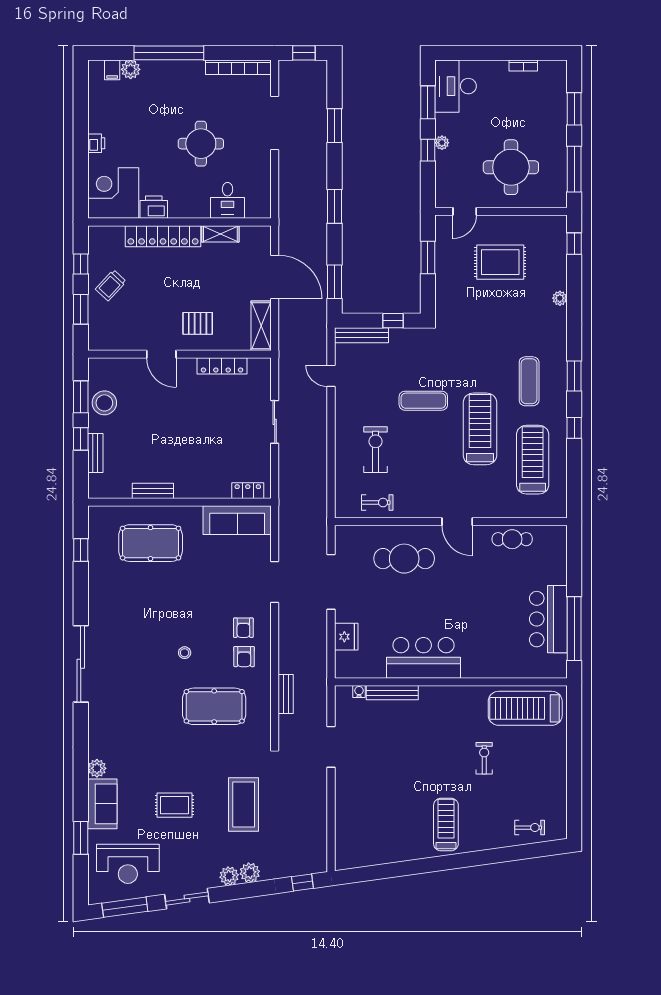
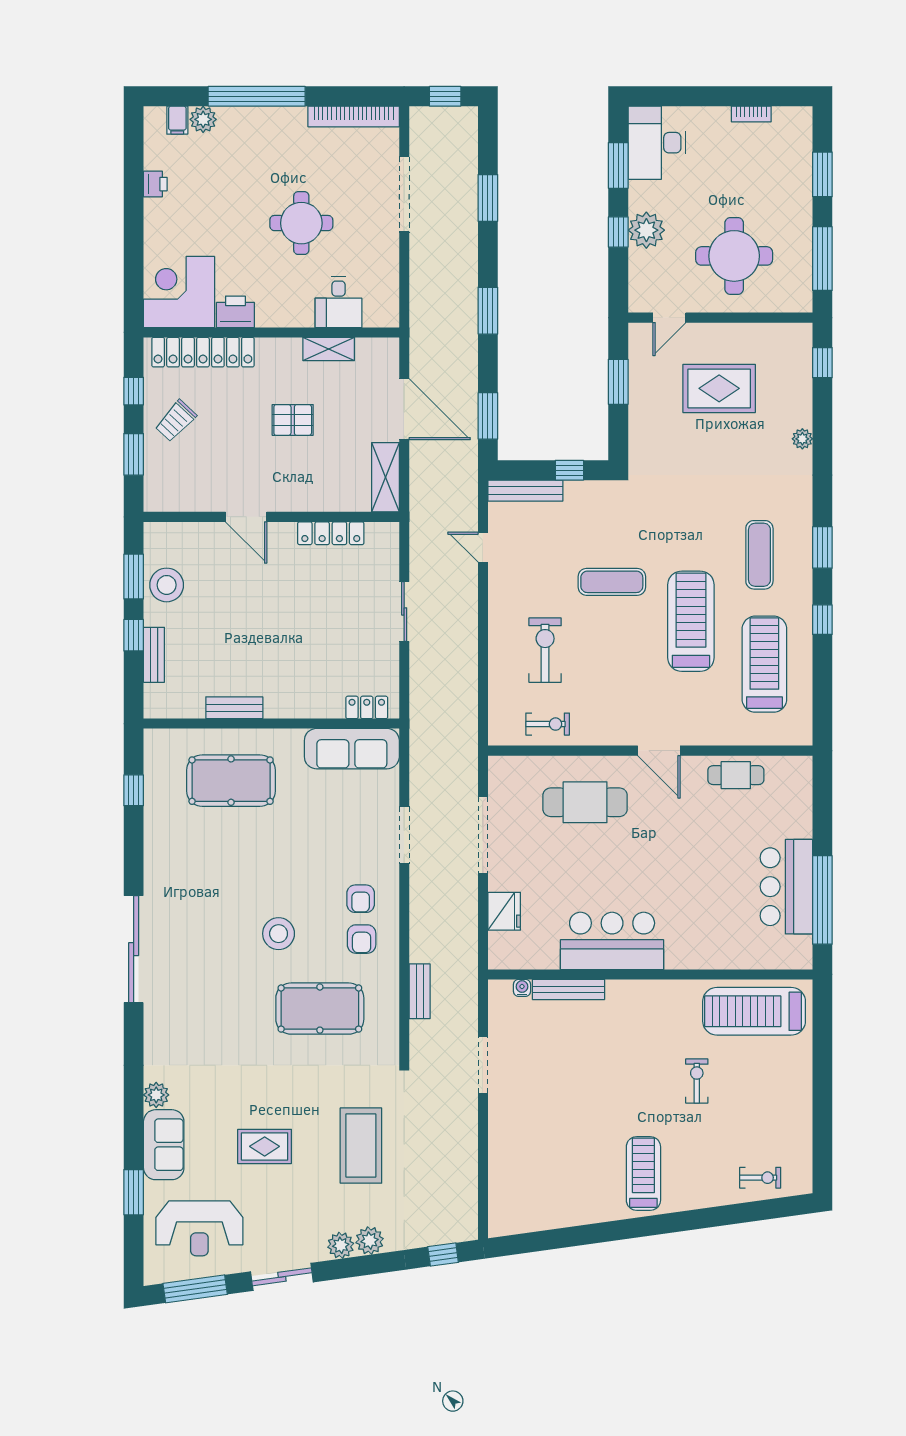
printer: (96, 143) -> (155, 184), moved
plant: (442, 143) -> (646, 230), width x1.87, depth x1.87
locker: (163, 236) -> (203, 352), moved
pallet: (198, 323) -> (293, 420), moved
stool: (185, 653) -> (279, 934), width x1.89, depth x1.89

